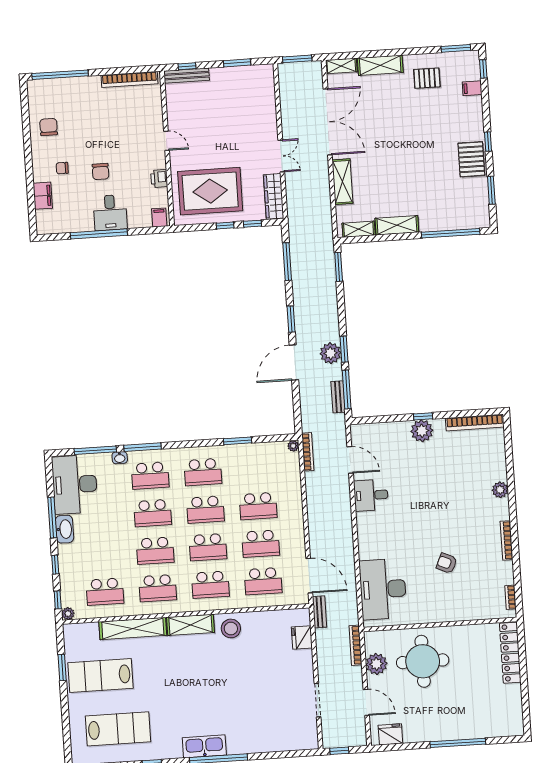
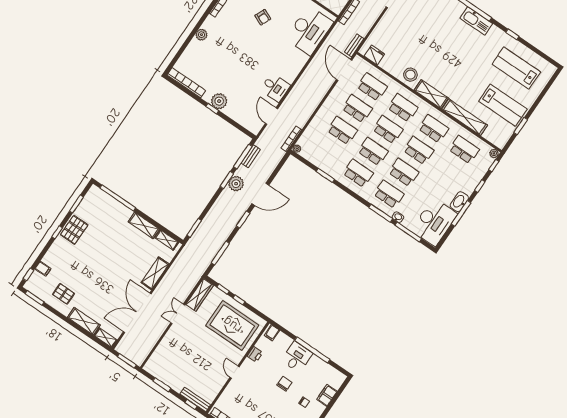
fridge: (302, 637) -> (374, 55), moved, turned -90

